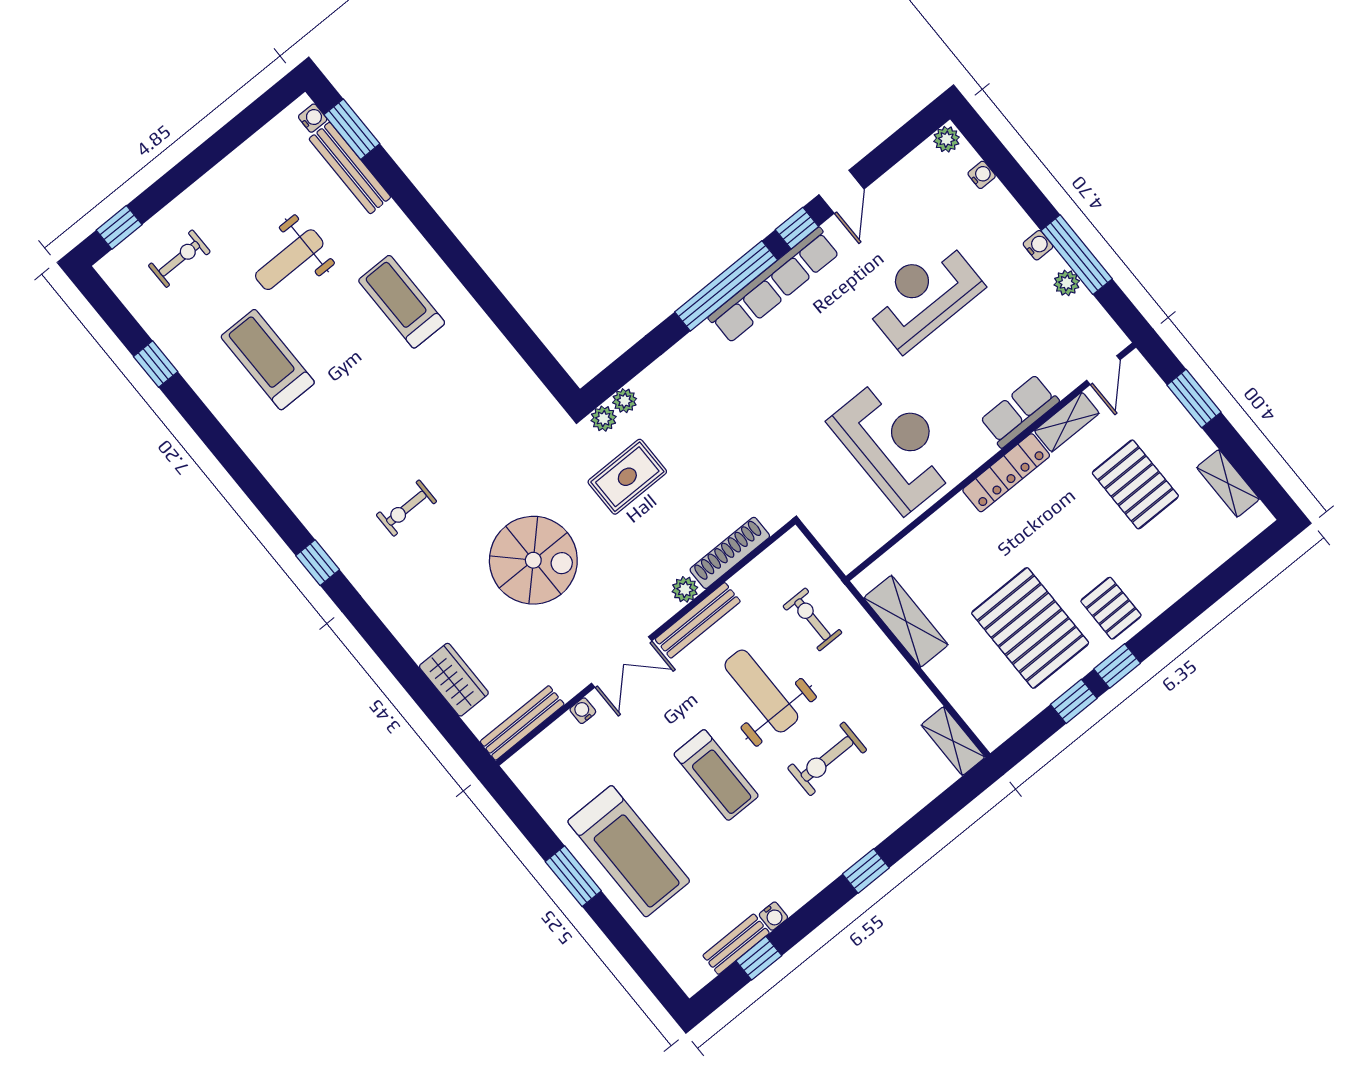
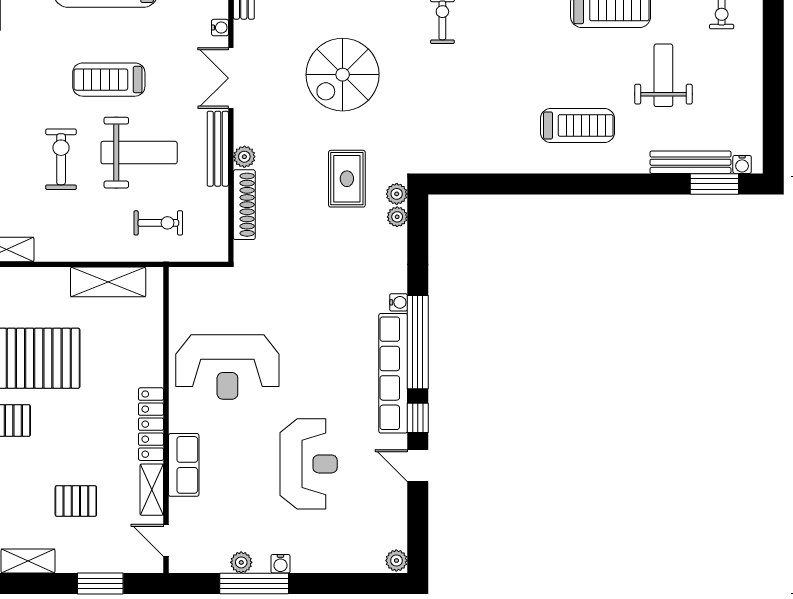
water cooler: (982, 175) -> (399, 302), moved, turned -90
pallet: (1135, 484) -> (76, 501), width x0.67, depth x0.71

